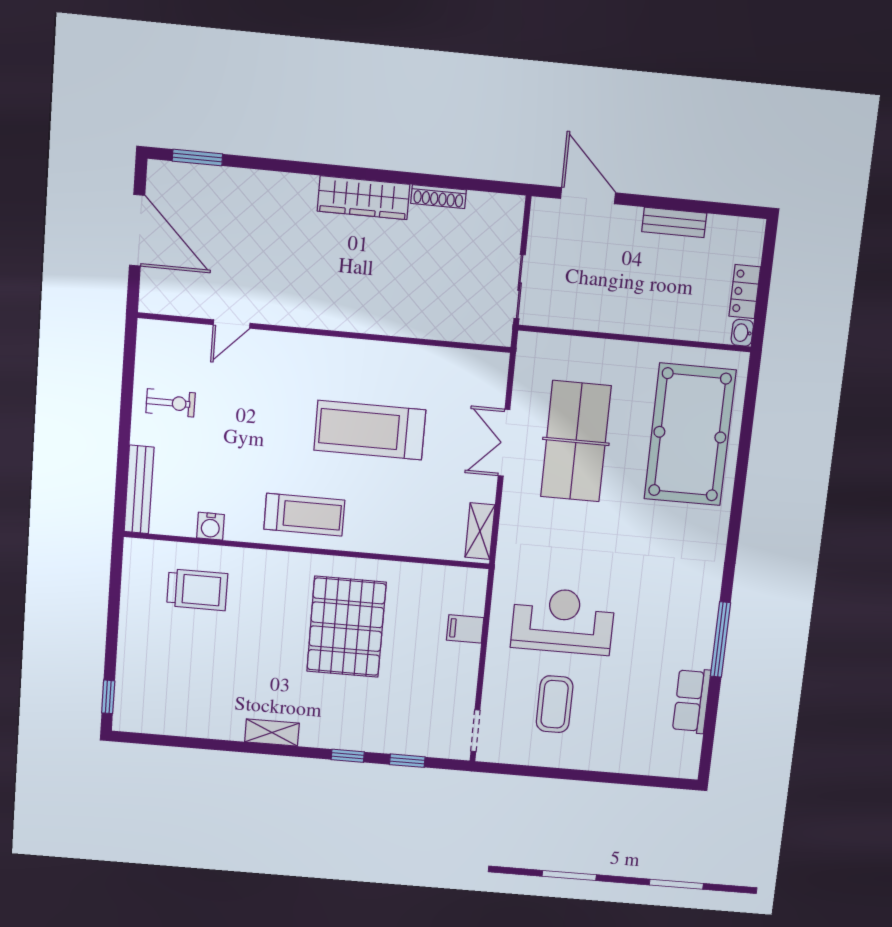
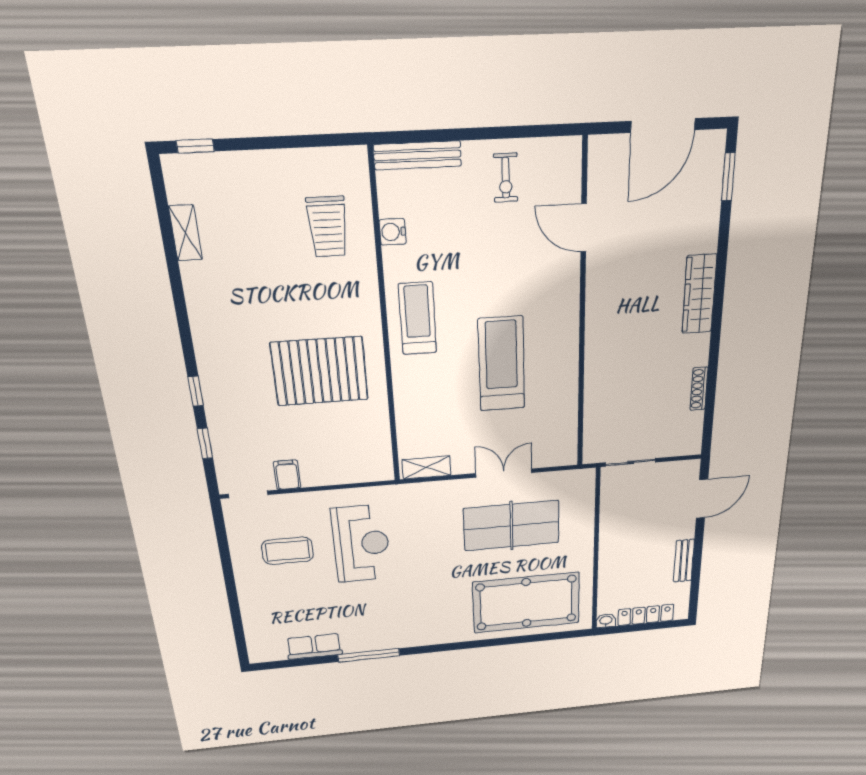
wardrobe: (364, 198) -> (699, 294), moved
locker: (745, 292) -> (646, 615), width x1.53
door: (232, 324) -> (584, 228), width x1.38
treadmill: (304, 515) -> (418, 318), turned 180
filing cabinet: (465, 629) -> (287, 475), moved
shelving: (272, 733) -> (186, 233), moved

